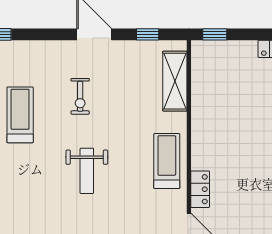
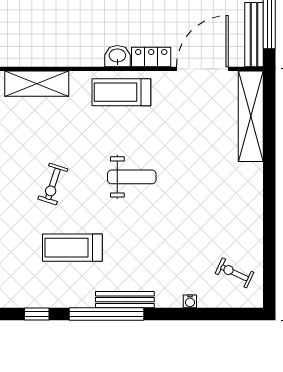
exercise bike: (80, 96) -> (53, 184), turned 108
washbasin: (201, 157) -> (117, 56), added

